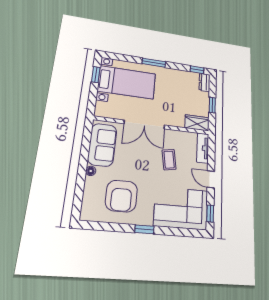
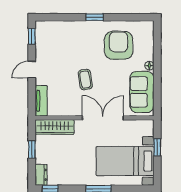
window: (96, 75) -> (157, 147), moved
wardrobe: (197, 123) -> (55, 127), width x1.50
coffee table: (169, 160) -> (85, 80), moved
door: (211, 179) -> (32, 69), swing flipped
corner sofa: (181, 208) -> (61, 39), removed

